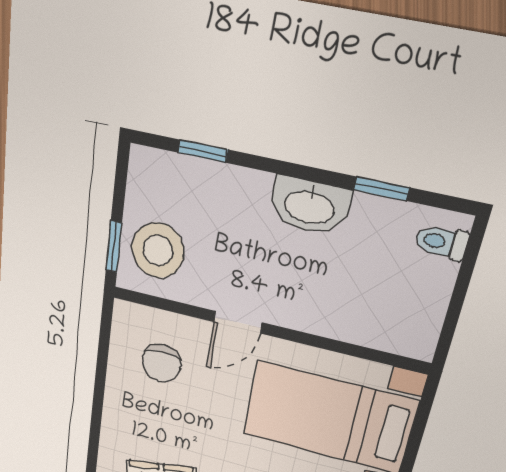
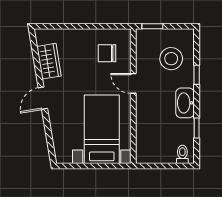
window: (203, 151) -> (197, 75), moved
stool: (158, 250) -> (171, 59), moved

